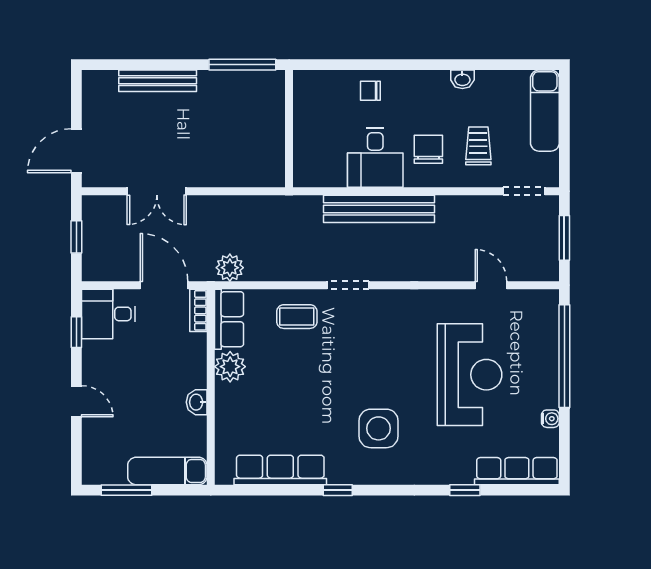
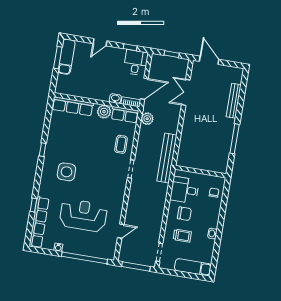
wall: (289, 129) -> (201, 172), moved
bench: (379, 209) -> (167, 158), moved
window: (564, 238) -> (136, 266), width x1.44
reception desk: (470, 375) -> (83, 215), turned 180
washbasin: (197, 402) -> (115, 99), moved
row of seats: (280, 470) -> (73, 106), moved, turned 90
exam couch: (167, 471) -> (66, 57), moved
row of seats: (517, 471) -> (39, 222), width x1.36

